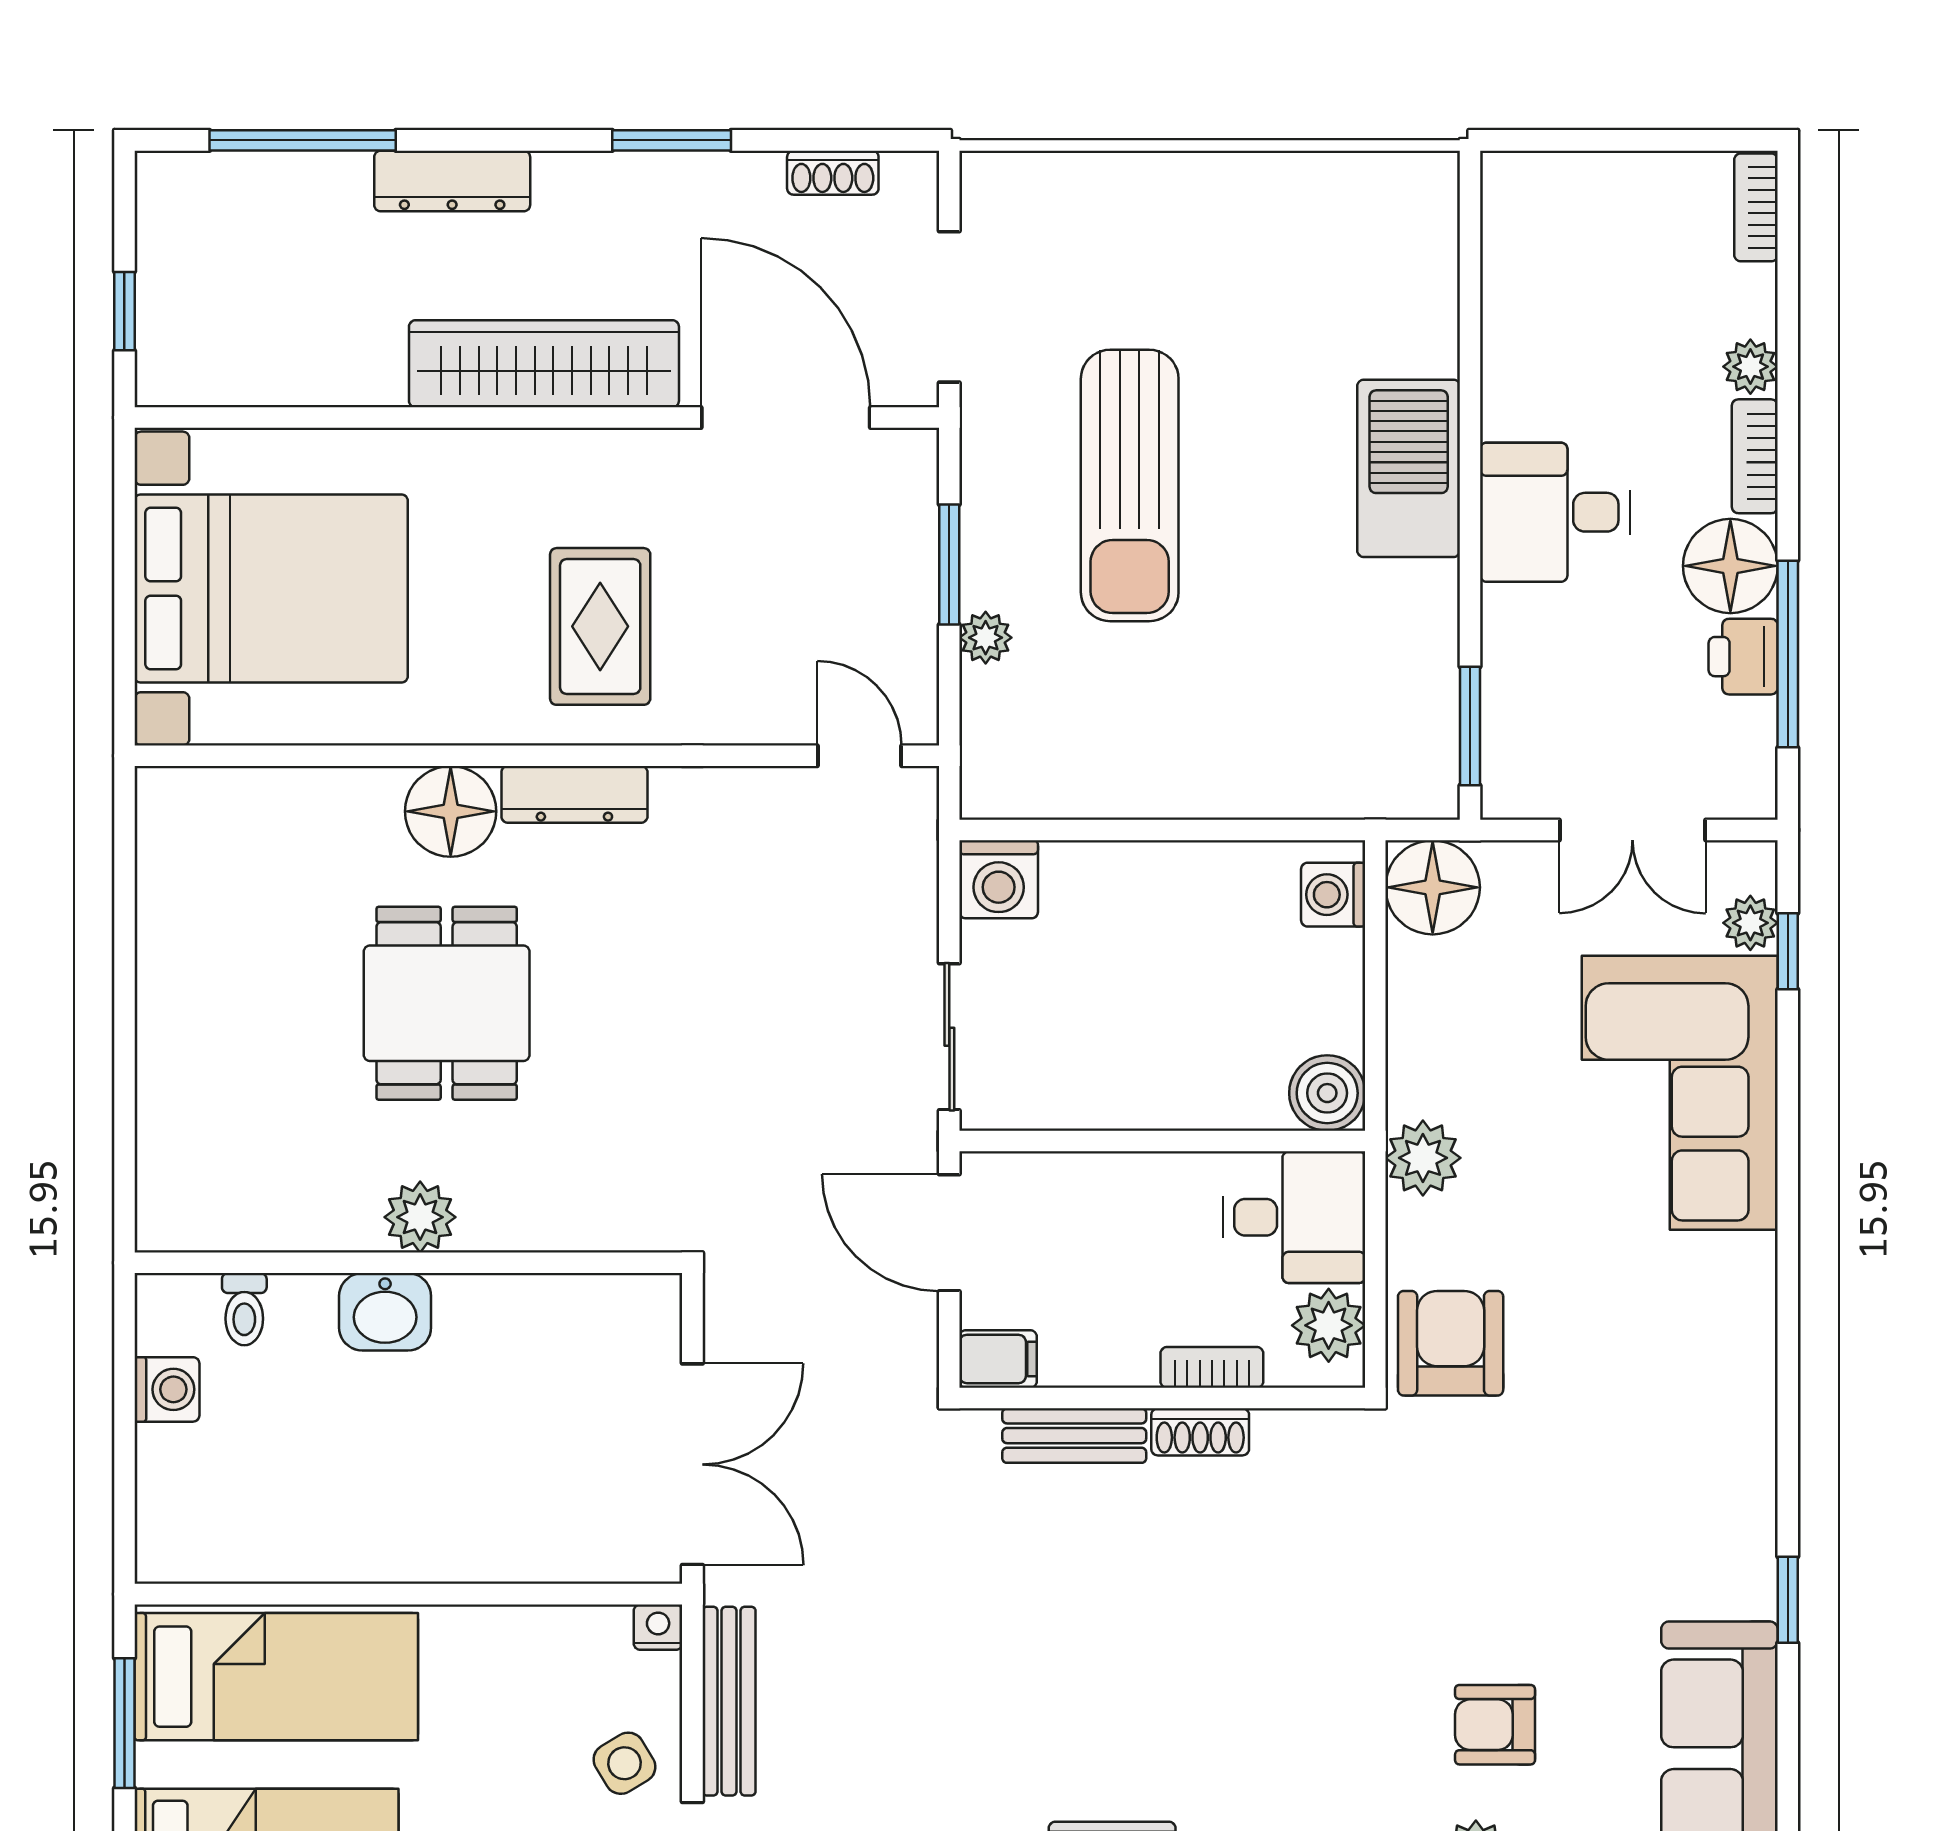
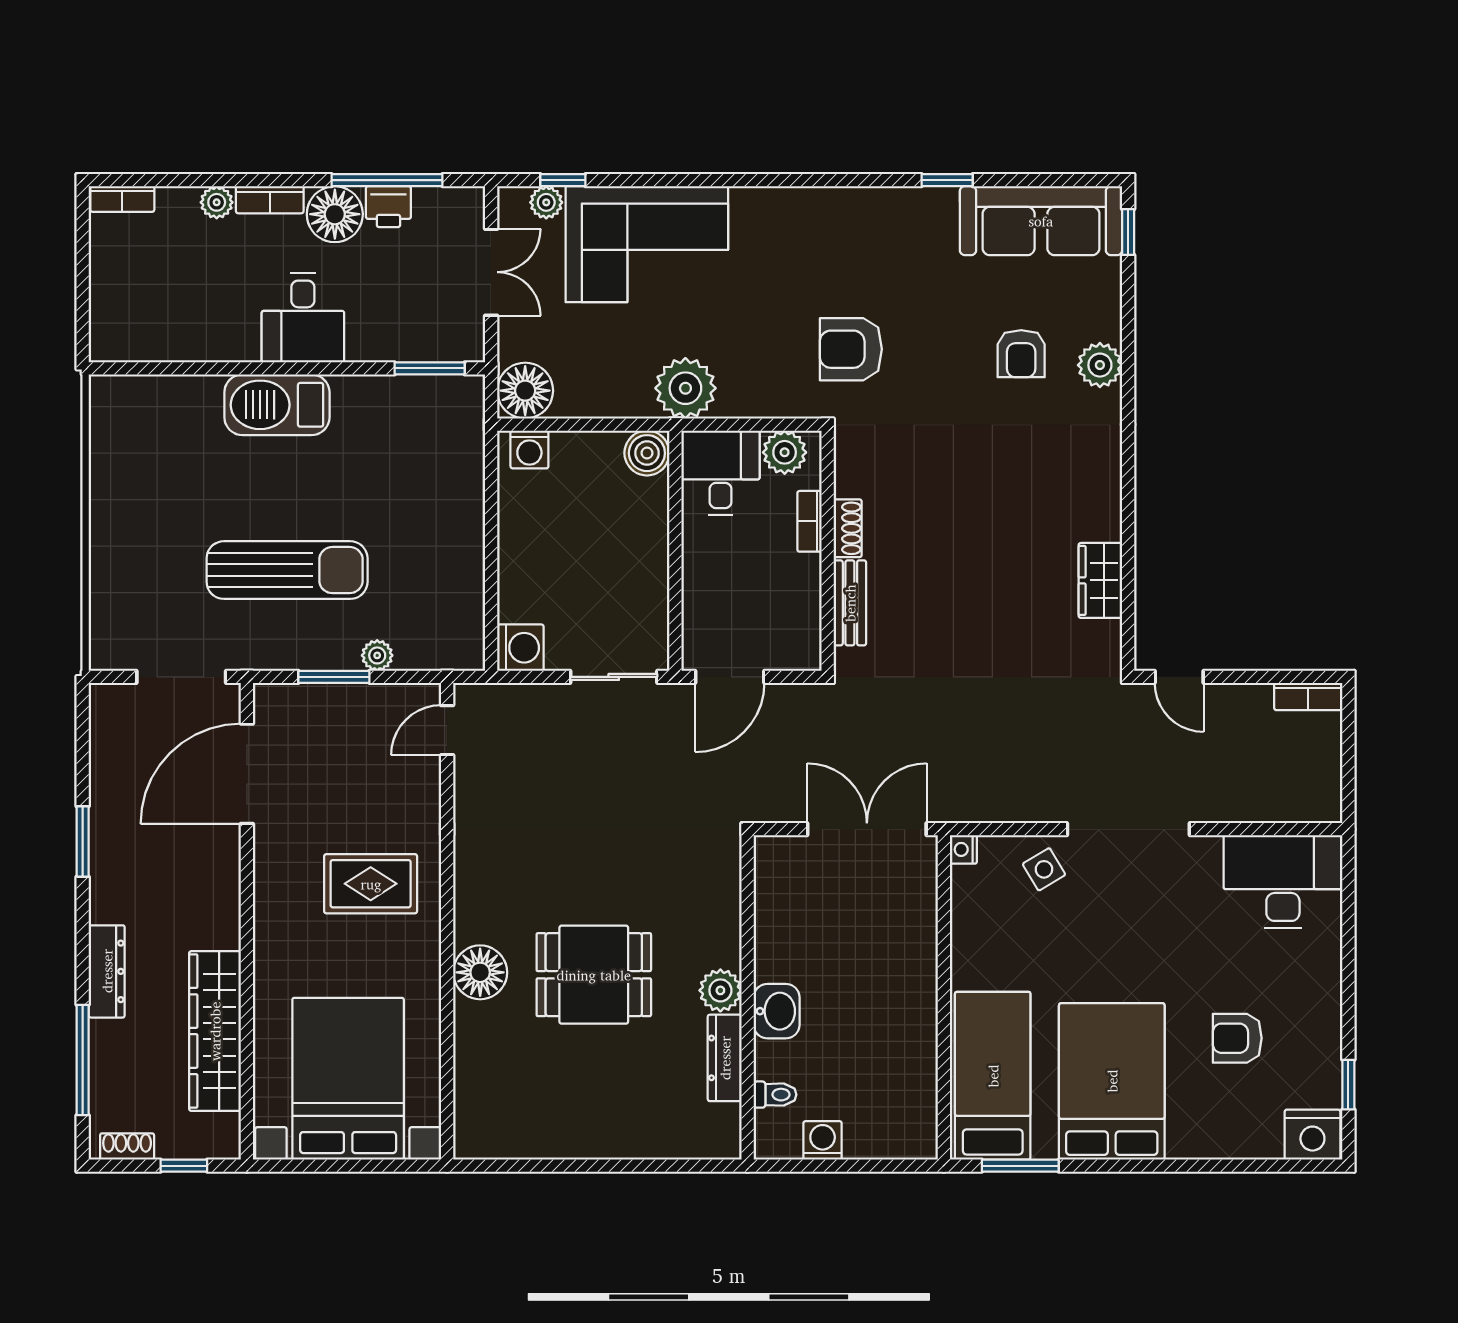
shoe rack: (833, 173) -> (127, 1146), moved, turned -90
wardrobe: (544, 364) -> (215, 1031), moved
dresser: (574, 794) -> (725, 1058), moved, turned 180
plant: (1423, 1158) -> (685, 388), width x1.36, depth x1.36
armchair: (1451, 1343) -> (851, 349), moved
filing cabinet: (998, 1359) -> (805, 648), removed
bench: (729, 1701) -> (1007, 807), removed

